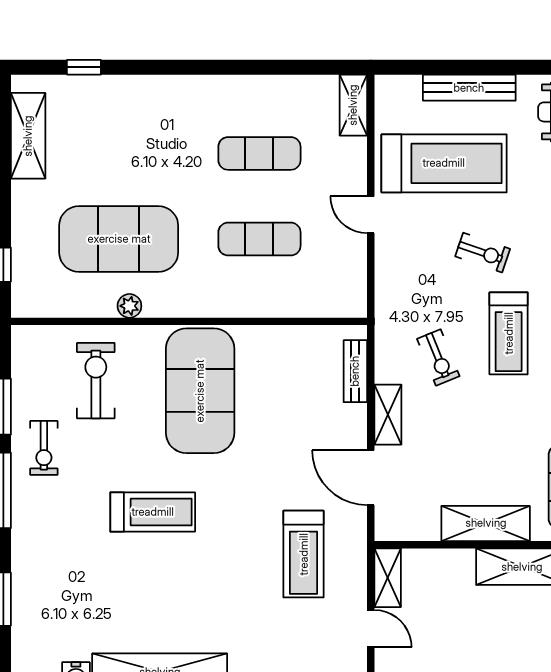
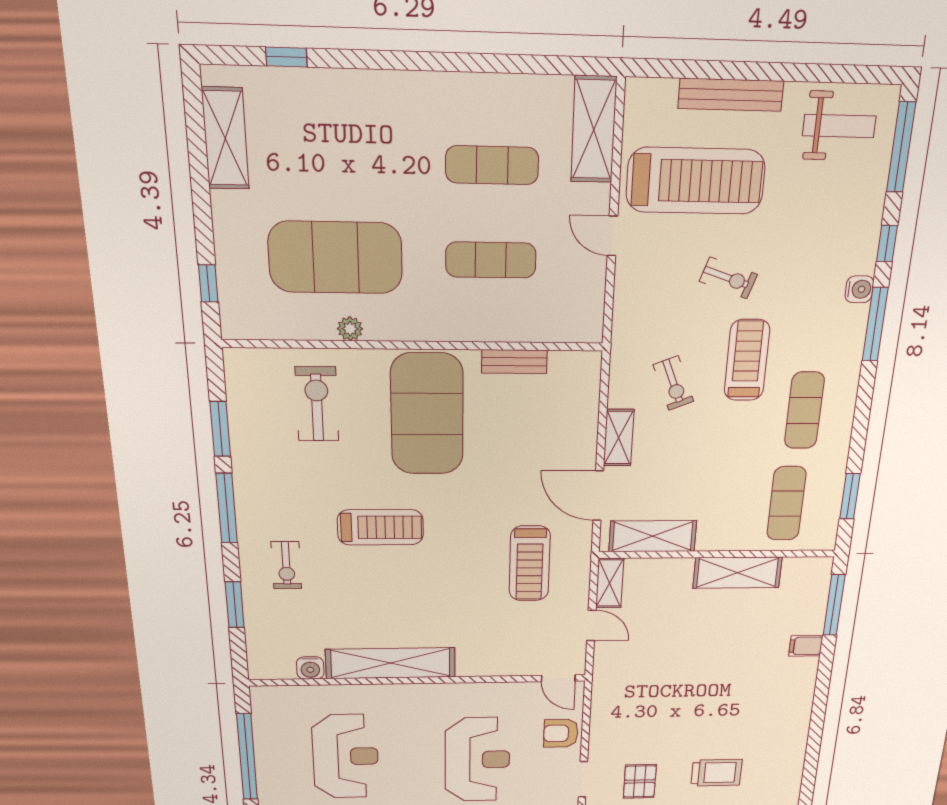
shelving: (353, 105) -> (594, 130), width x1.50, depth x1.33
treadmill: (509, 333) -> (747, 360), turned 180
bench: (355, 371) -> (514, 362), moved, turned 90
exercise bike: (44, 448) -> (286, 565), moved
shelving: (486, 523) -> (653, 536), moved

